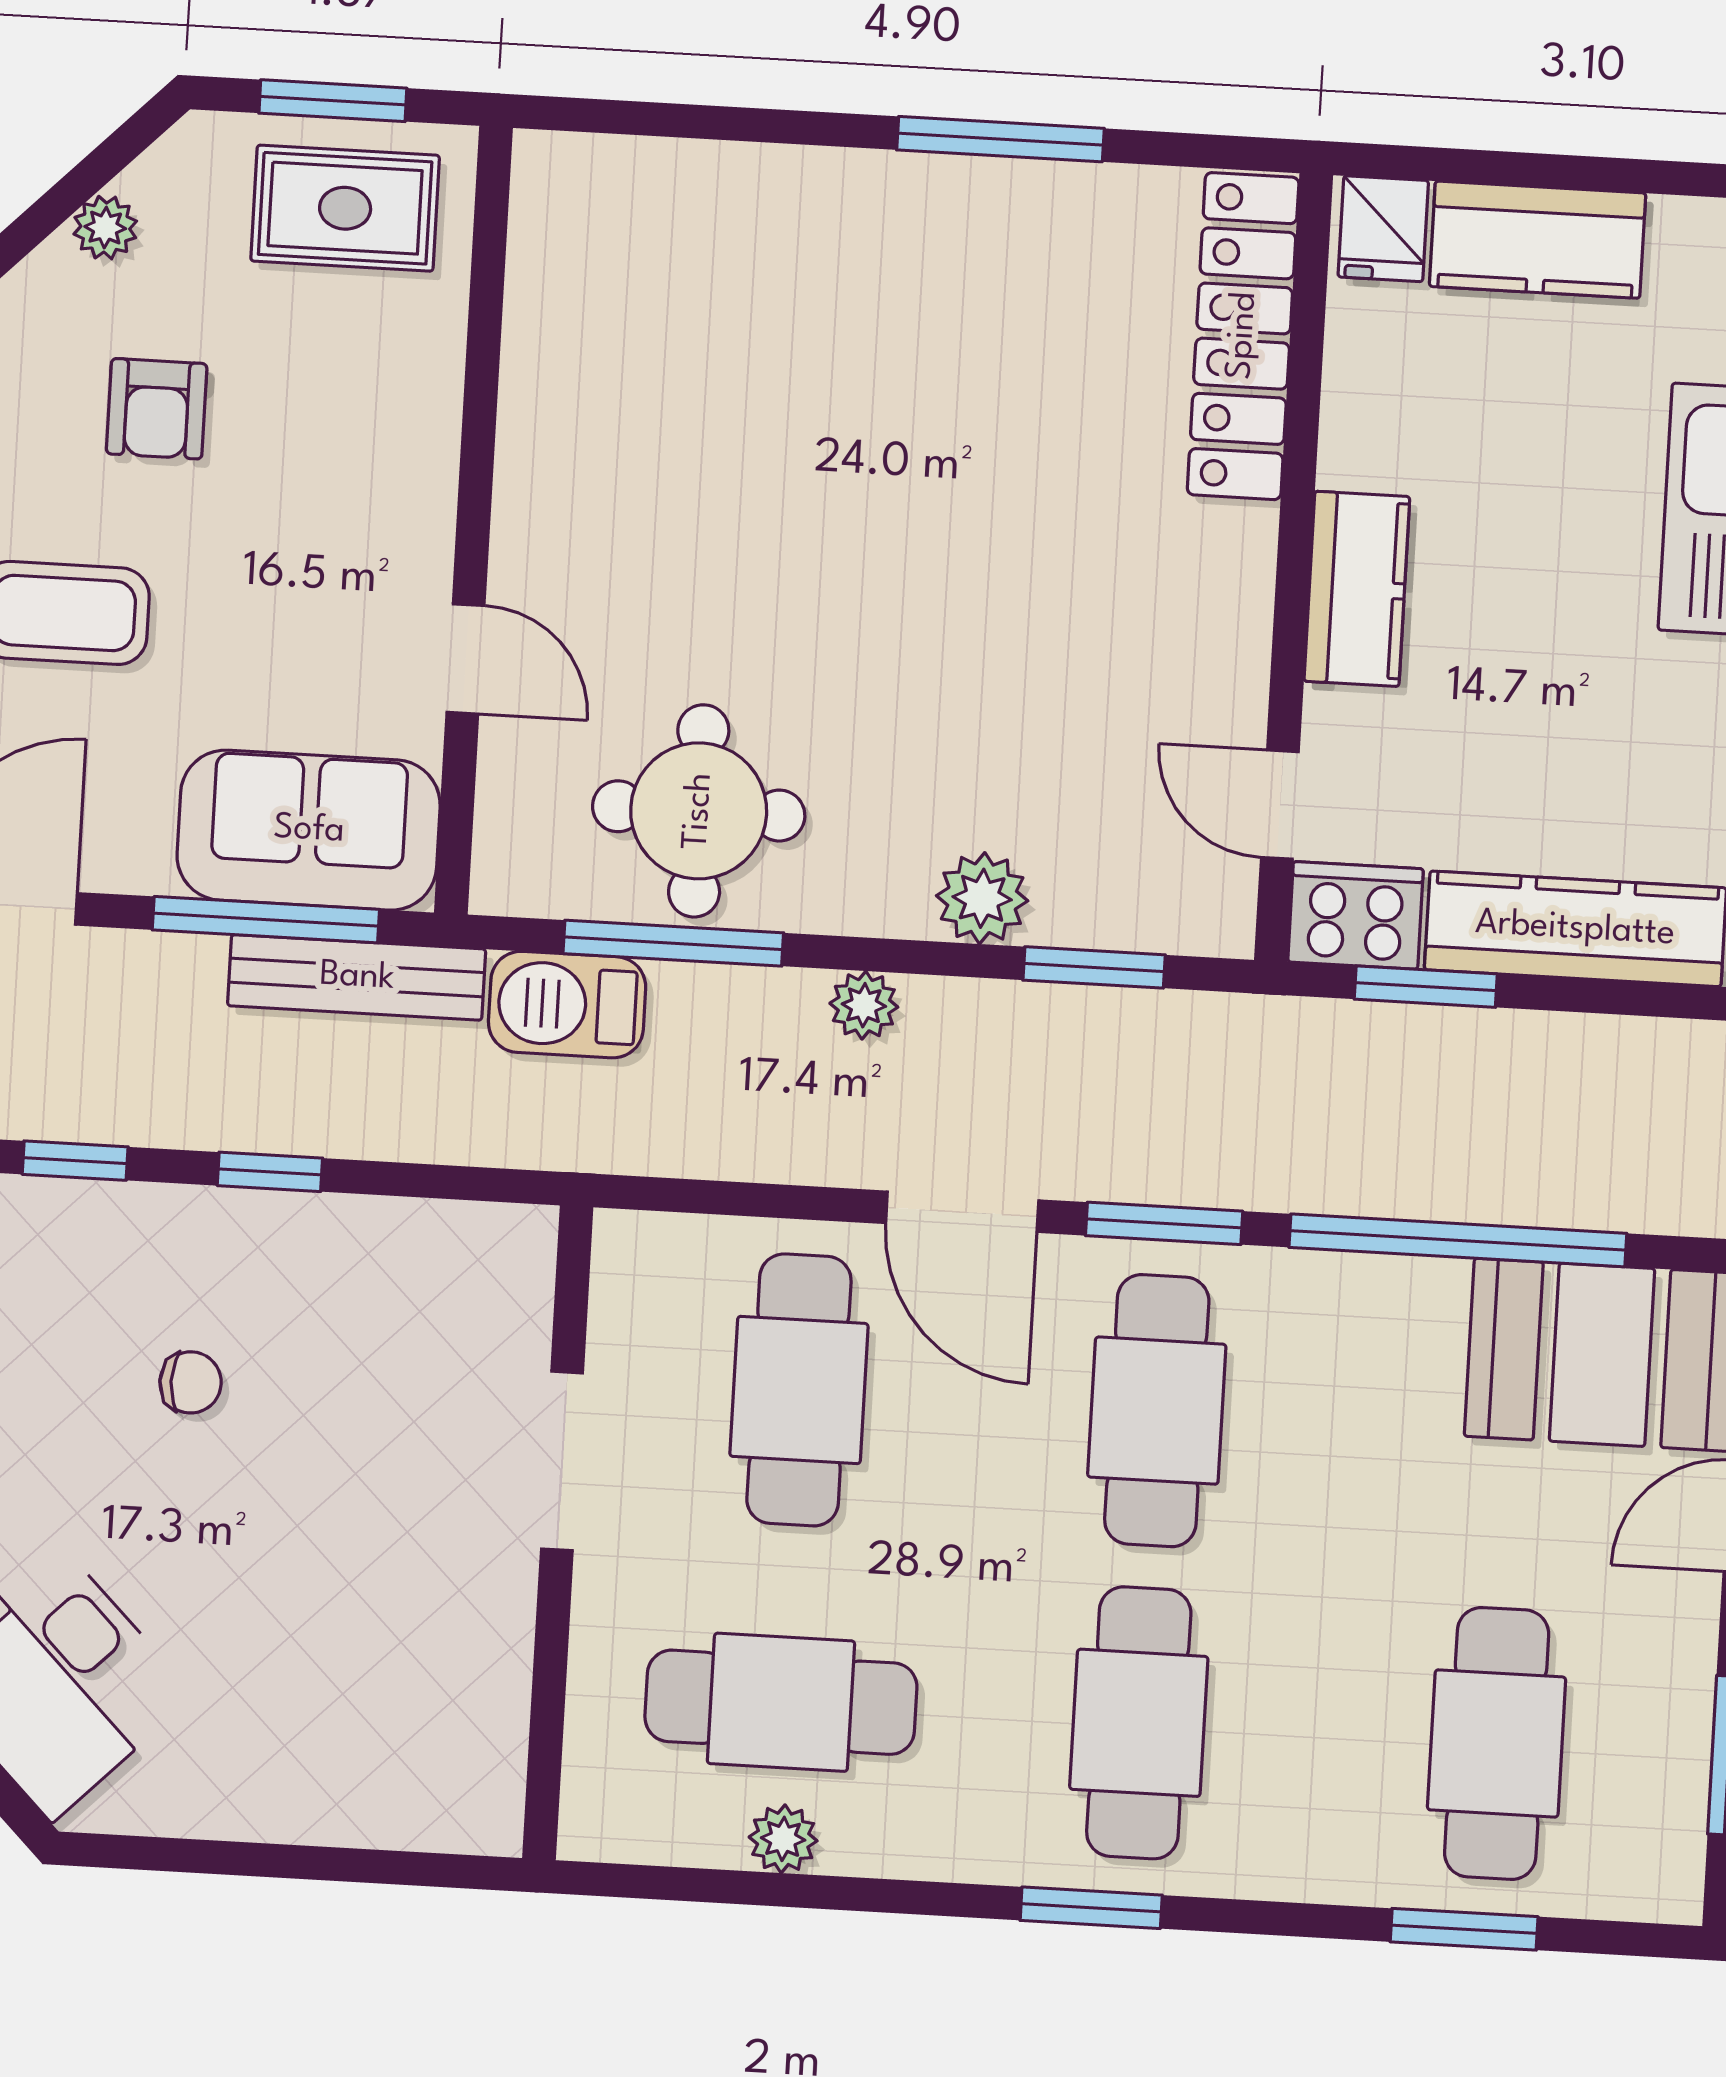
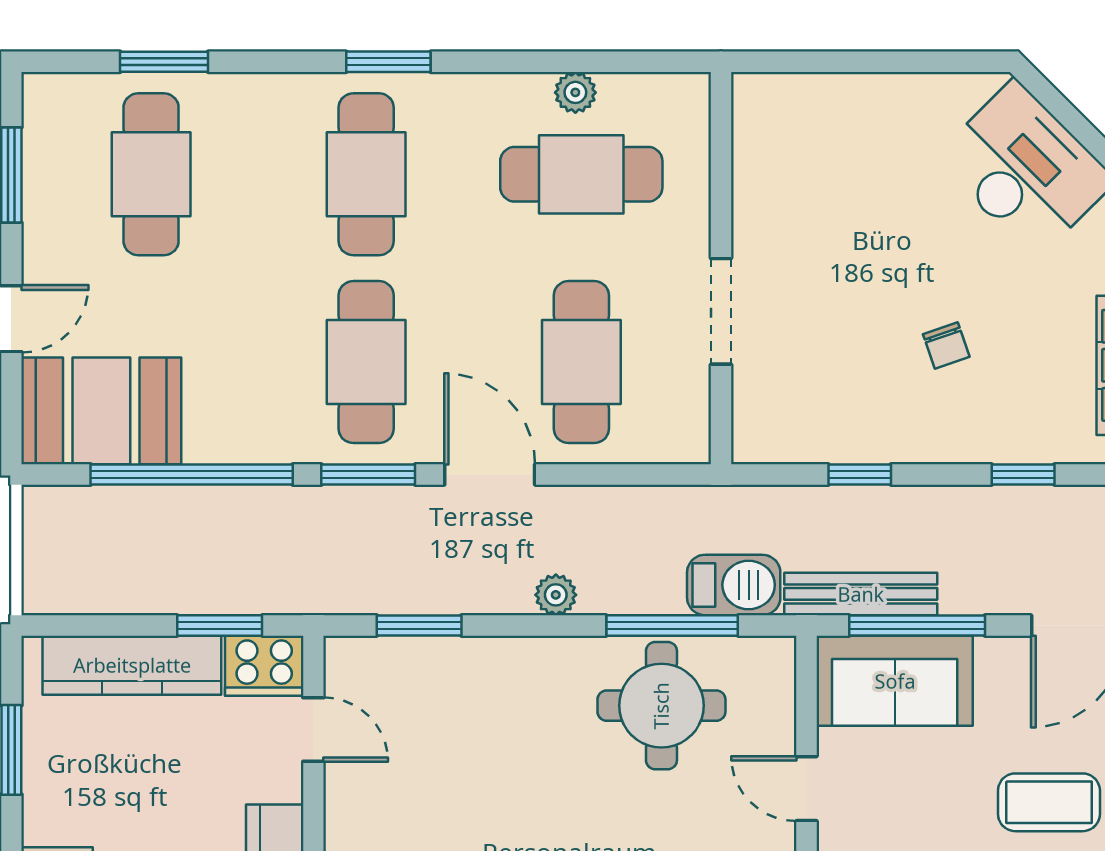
plant: (982, 898) -> (489, 663), removed
window: (270, 1172) -> (860, 474), moved
chair: (191, 1382) -> (946, 346), turned -109

